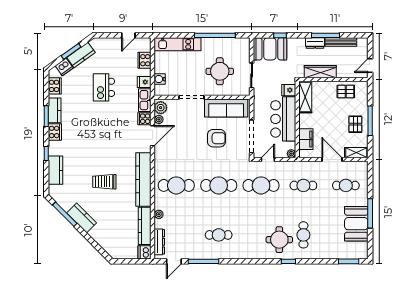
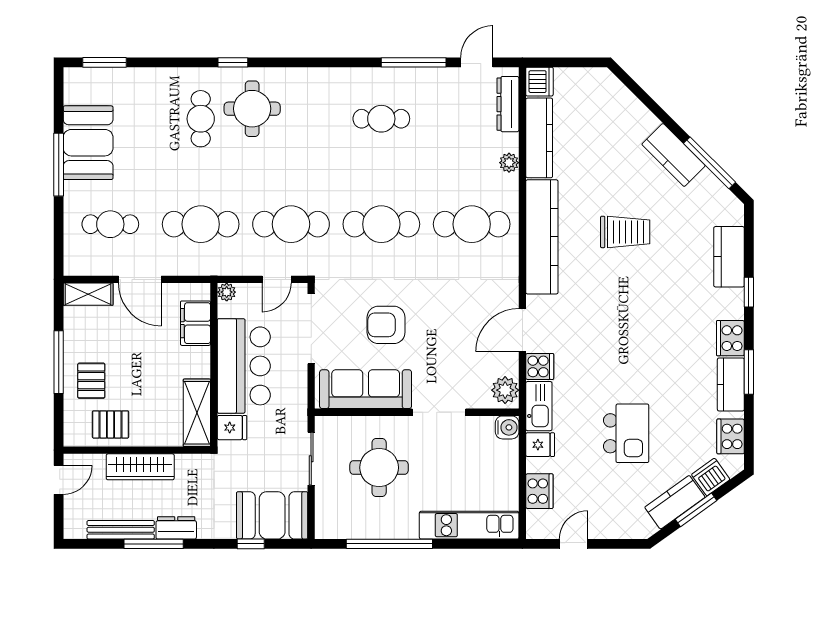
wardrobe: (320, 72) -> (140, 467), moved
water cooler: (160, 79) -> (507, 427), moved
plant: (159, 119) -> (509, 365), removed
pallet: (355, 124) -> (91, 381), moved
cafe table: (303, 185) -> (201, 224), width x1.37, depth x1.35

